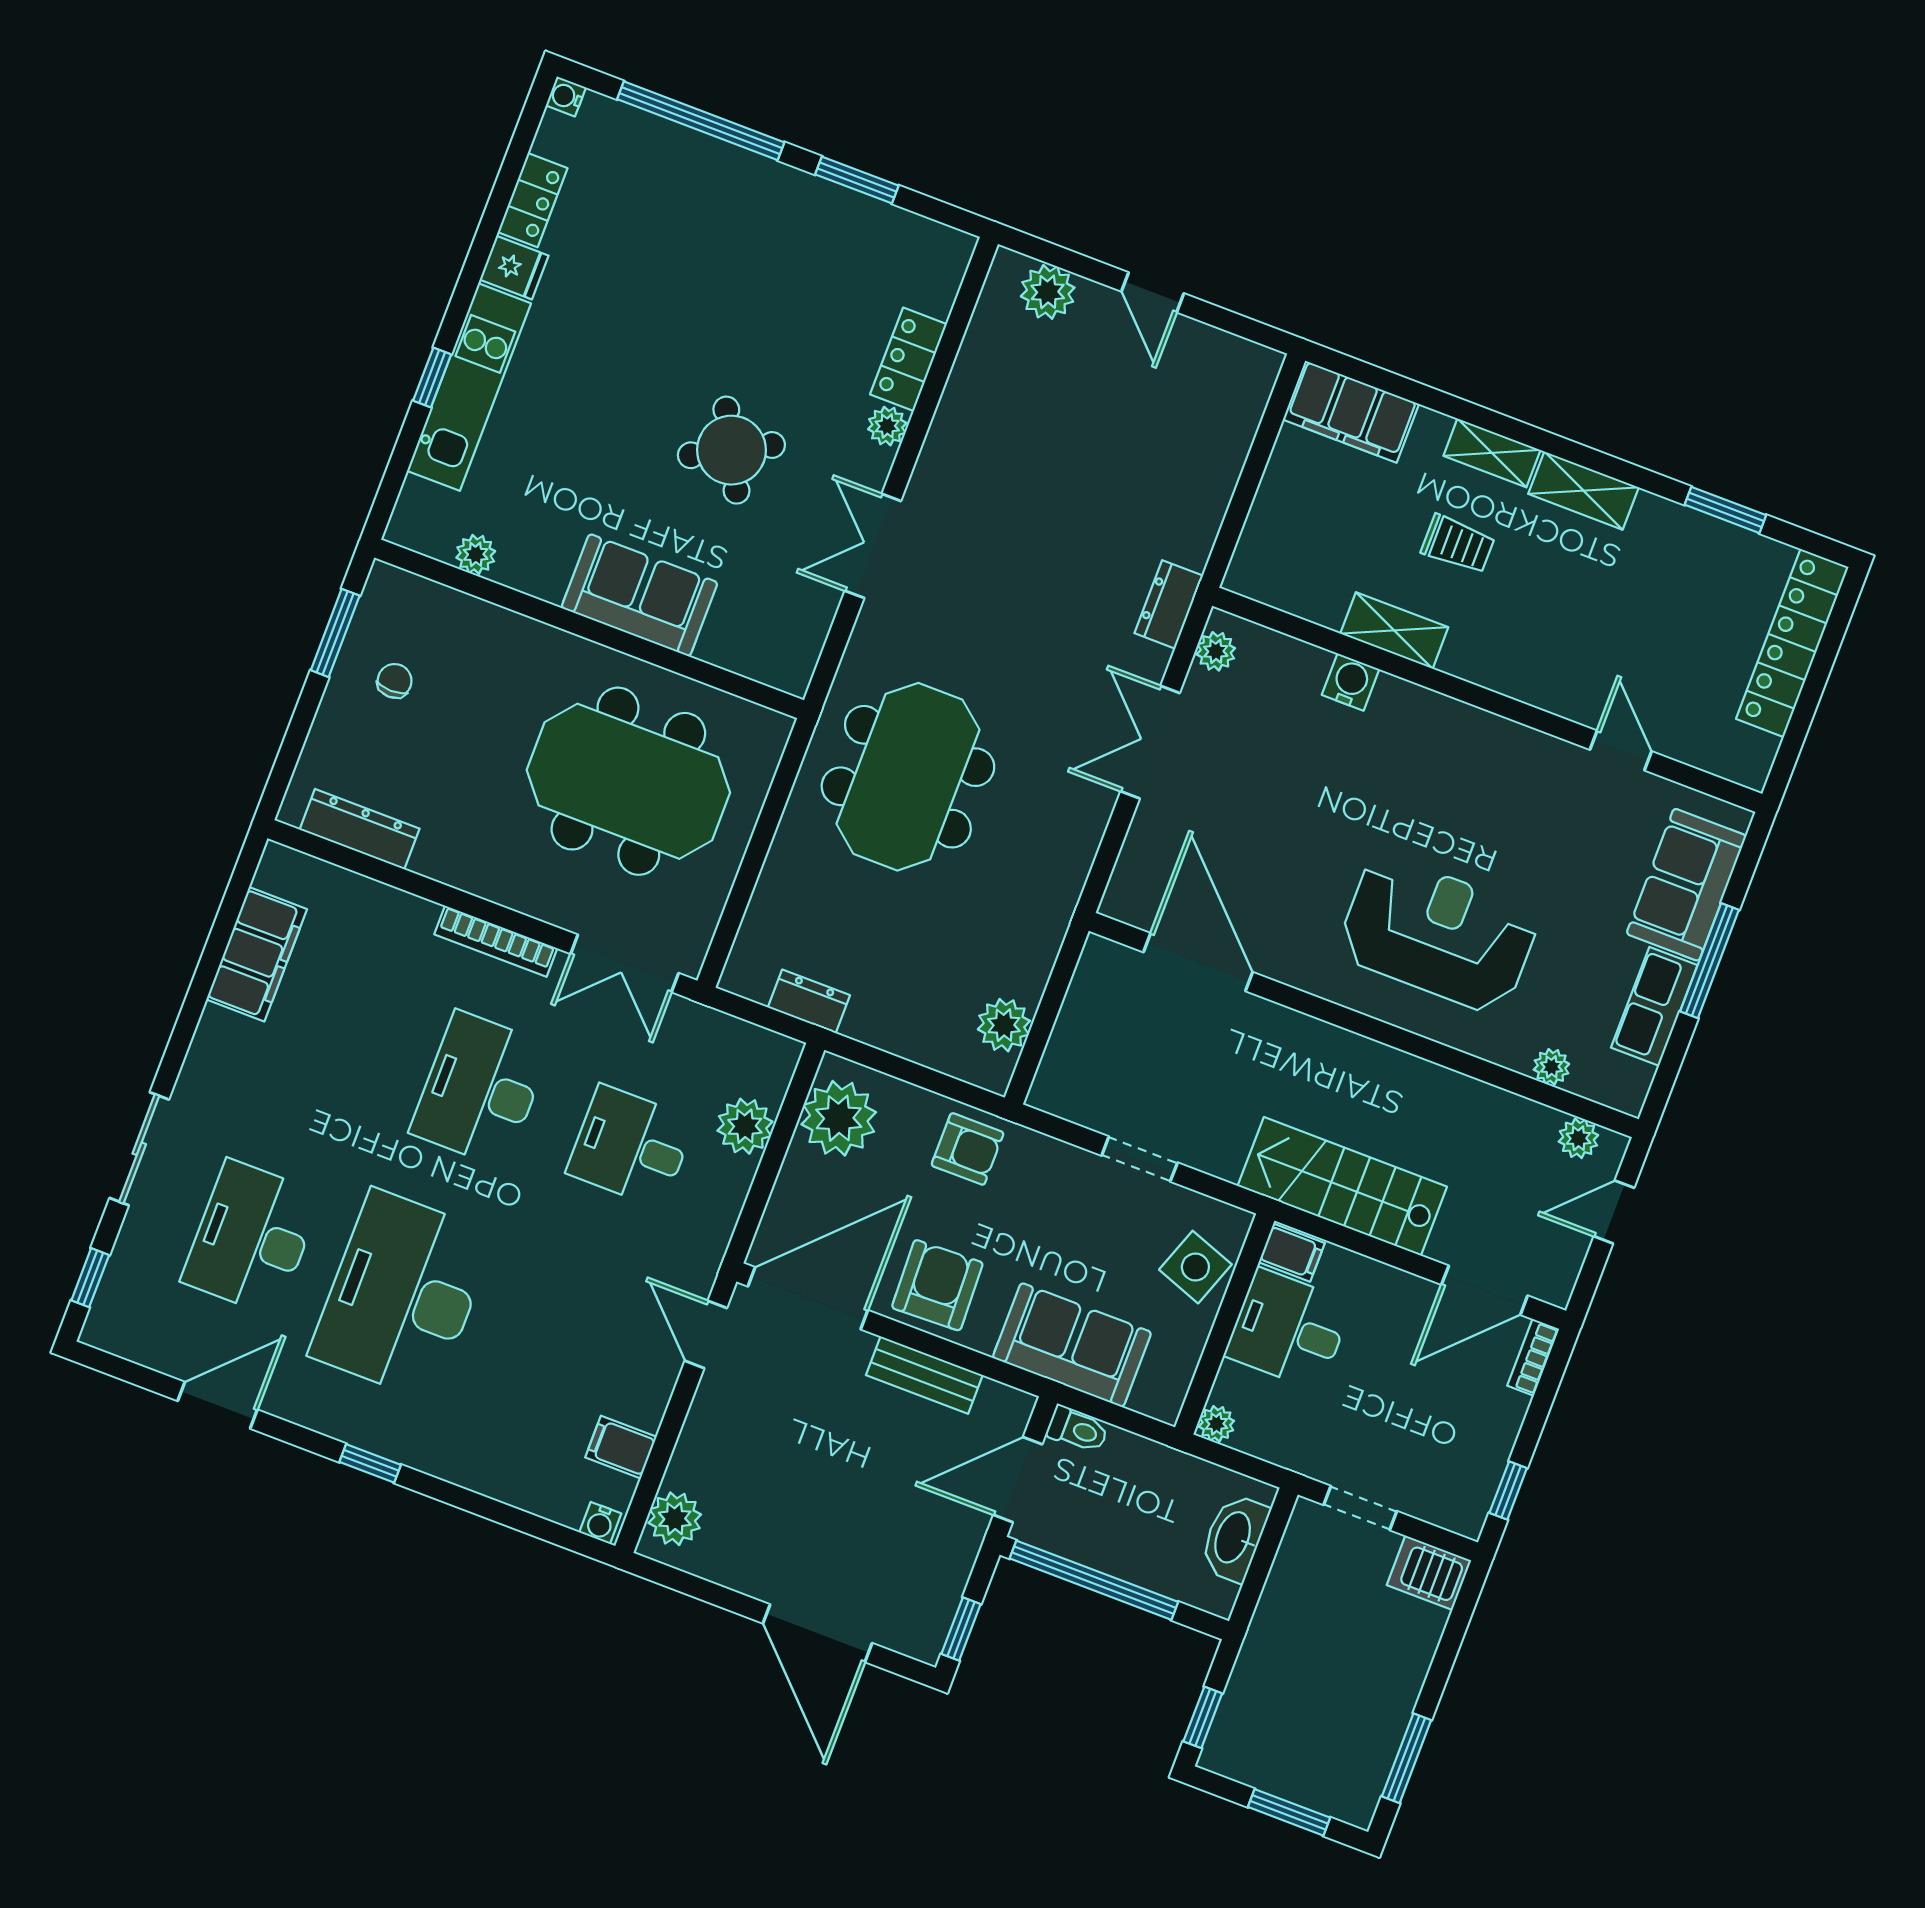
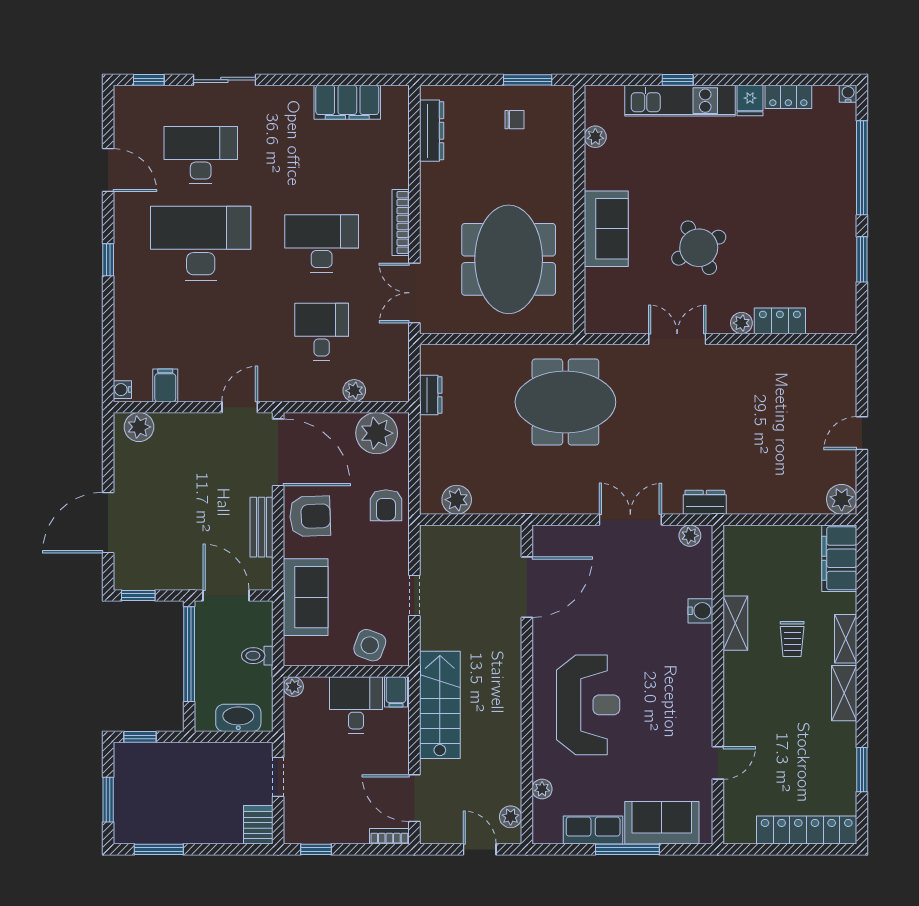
plant: (1048, 292) -> (842, 499), moved
plant: (745, 1126) -> (354, 391), width x0.73, depth x0.73
toilet: (1078, 1430) -> (257, 656), moved, turned 90

